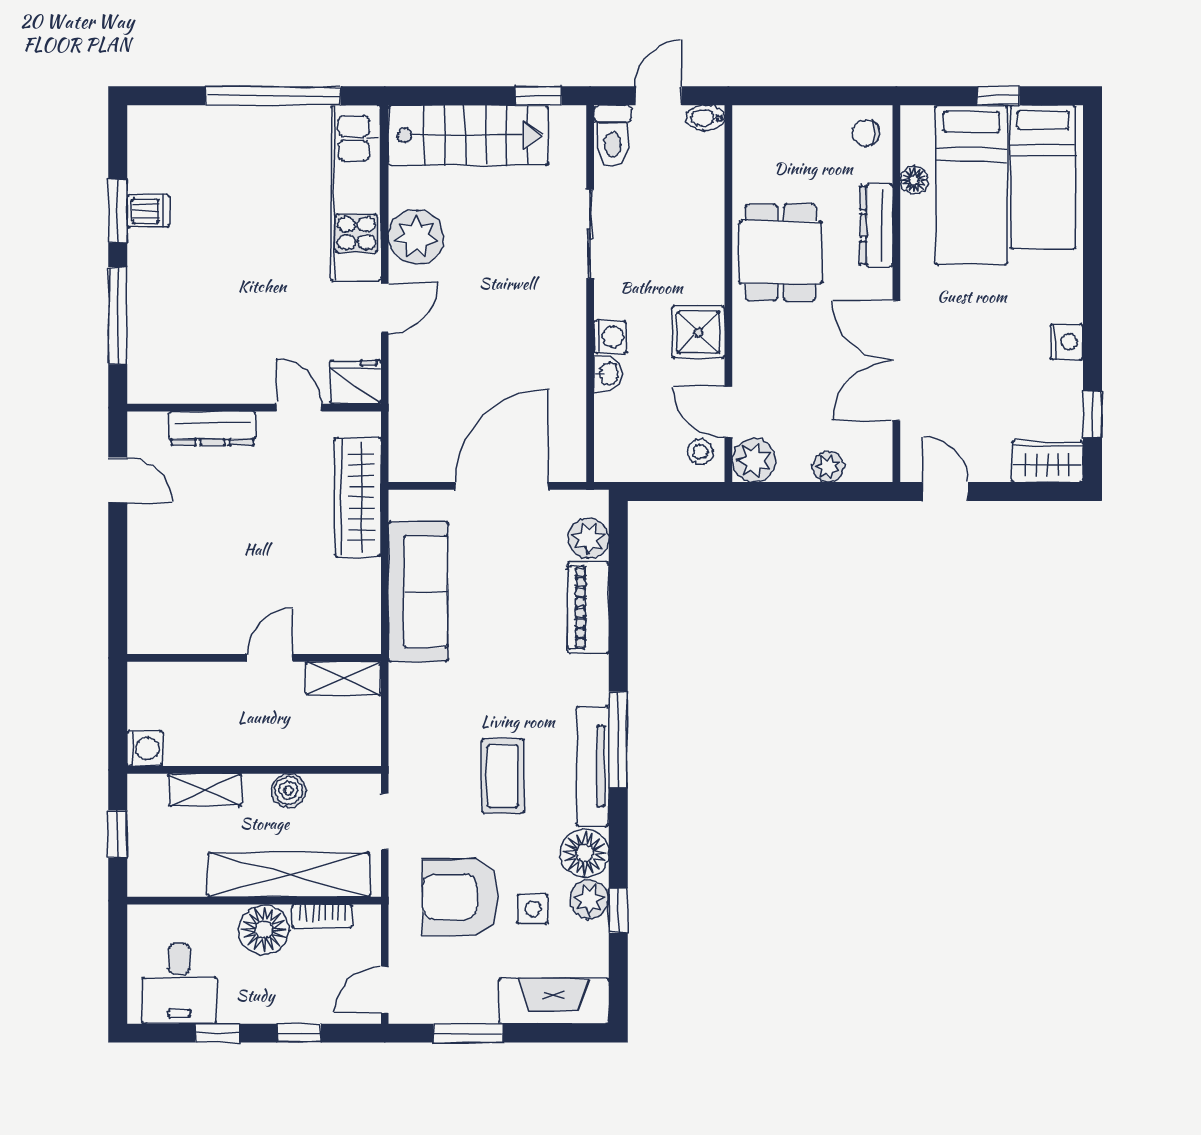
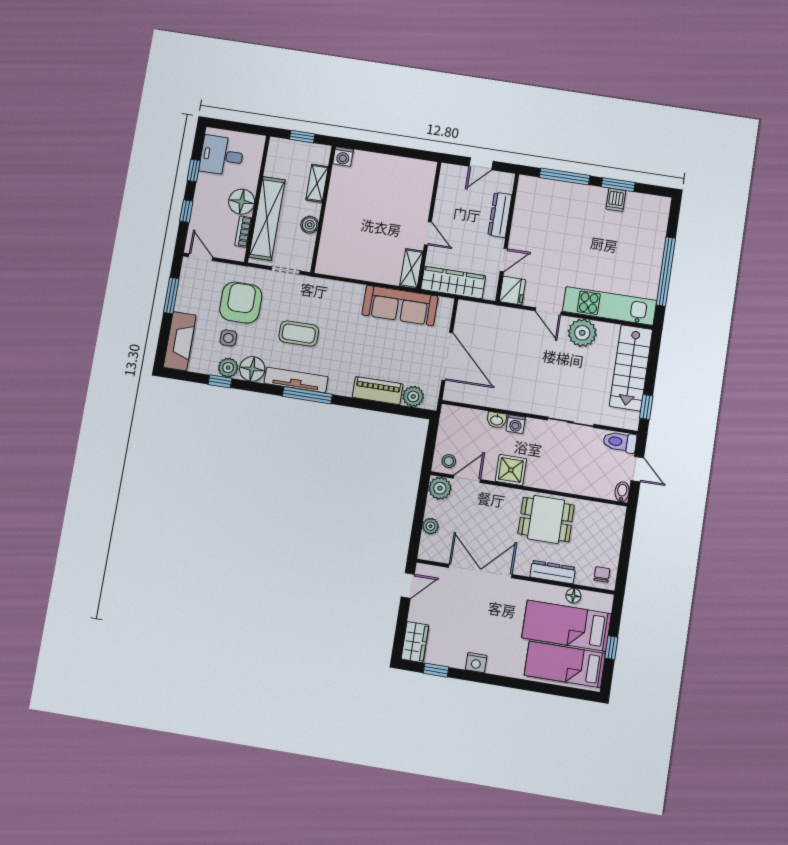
wall: (254, 658) -> (429, 225), moved
door: (270, 658) -> (428, 233), moved
shelving: (343, 678) -> (411, 269), moved

